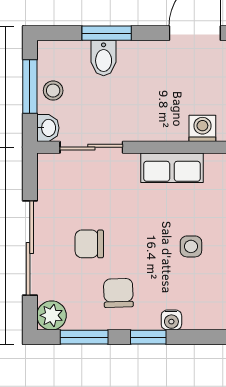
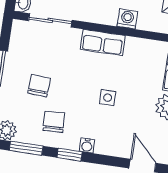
chair: (89, 244) -> (39, 86), turned 93

